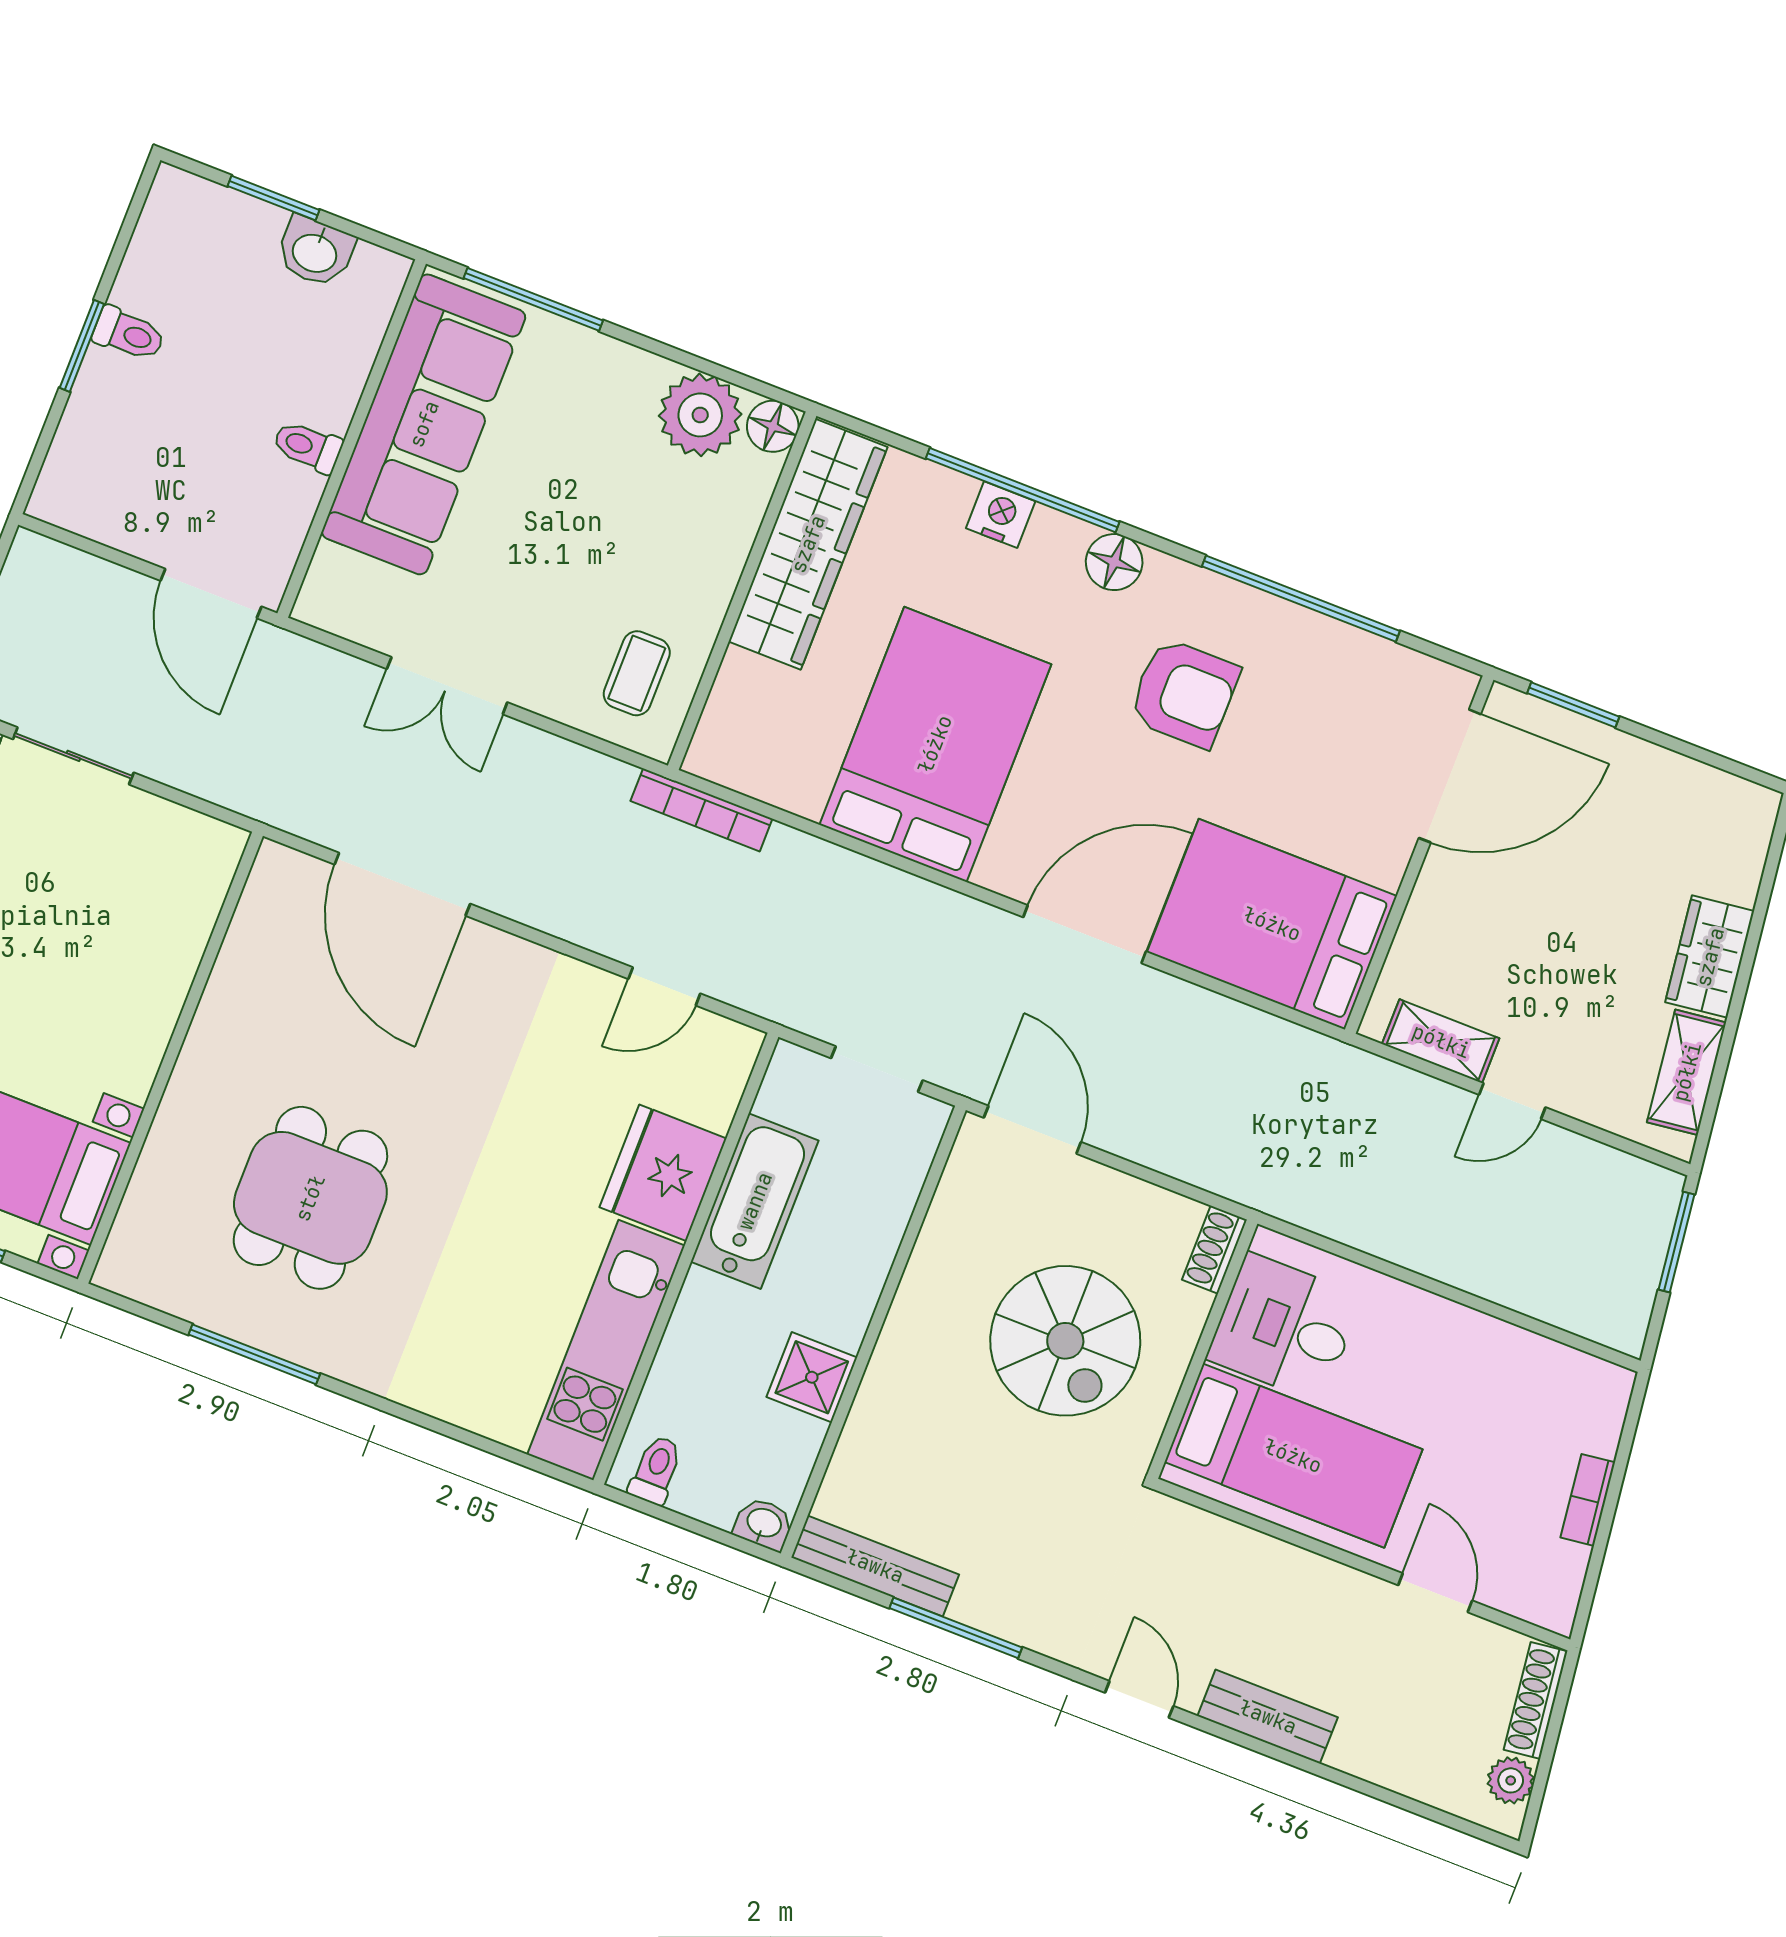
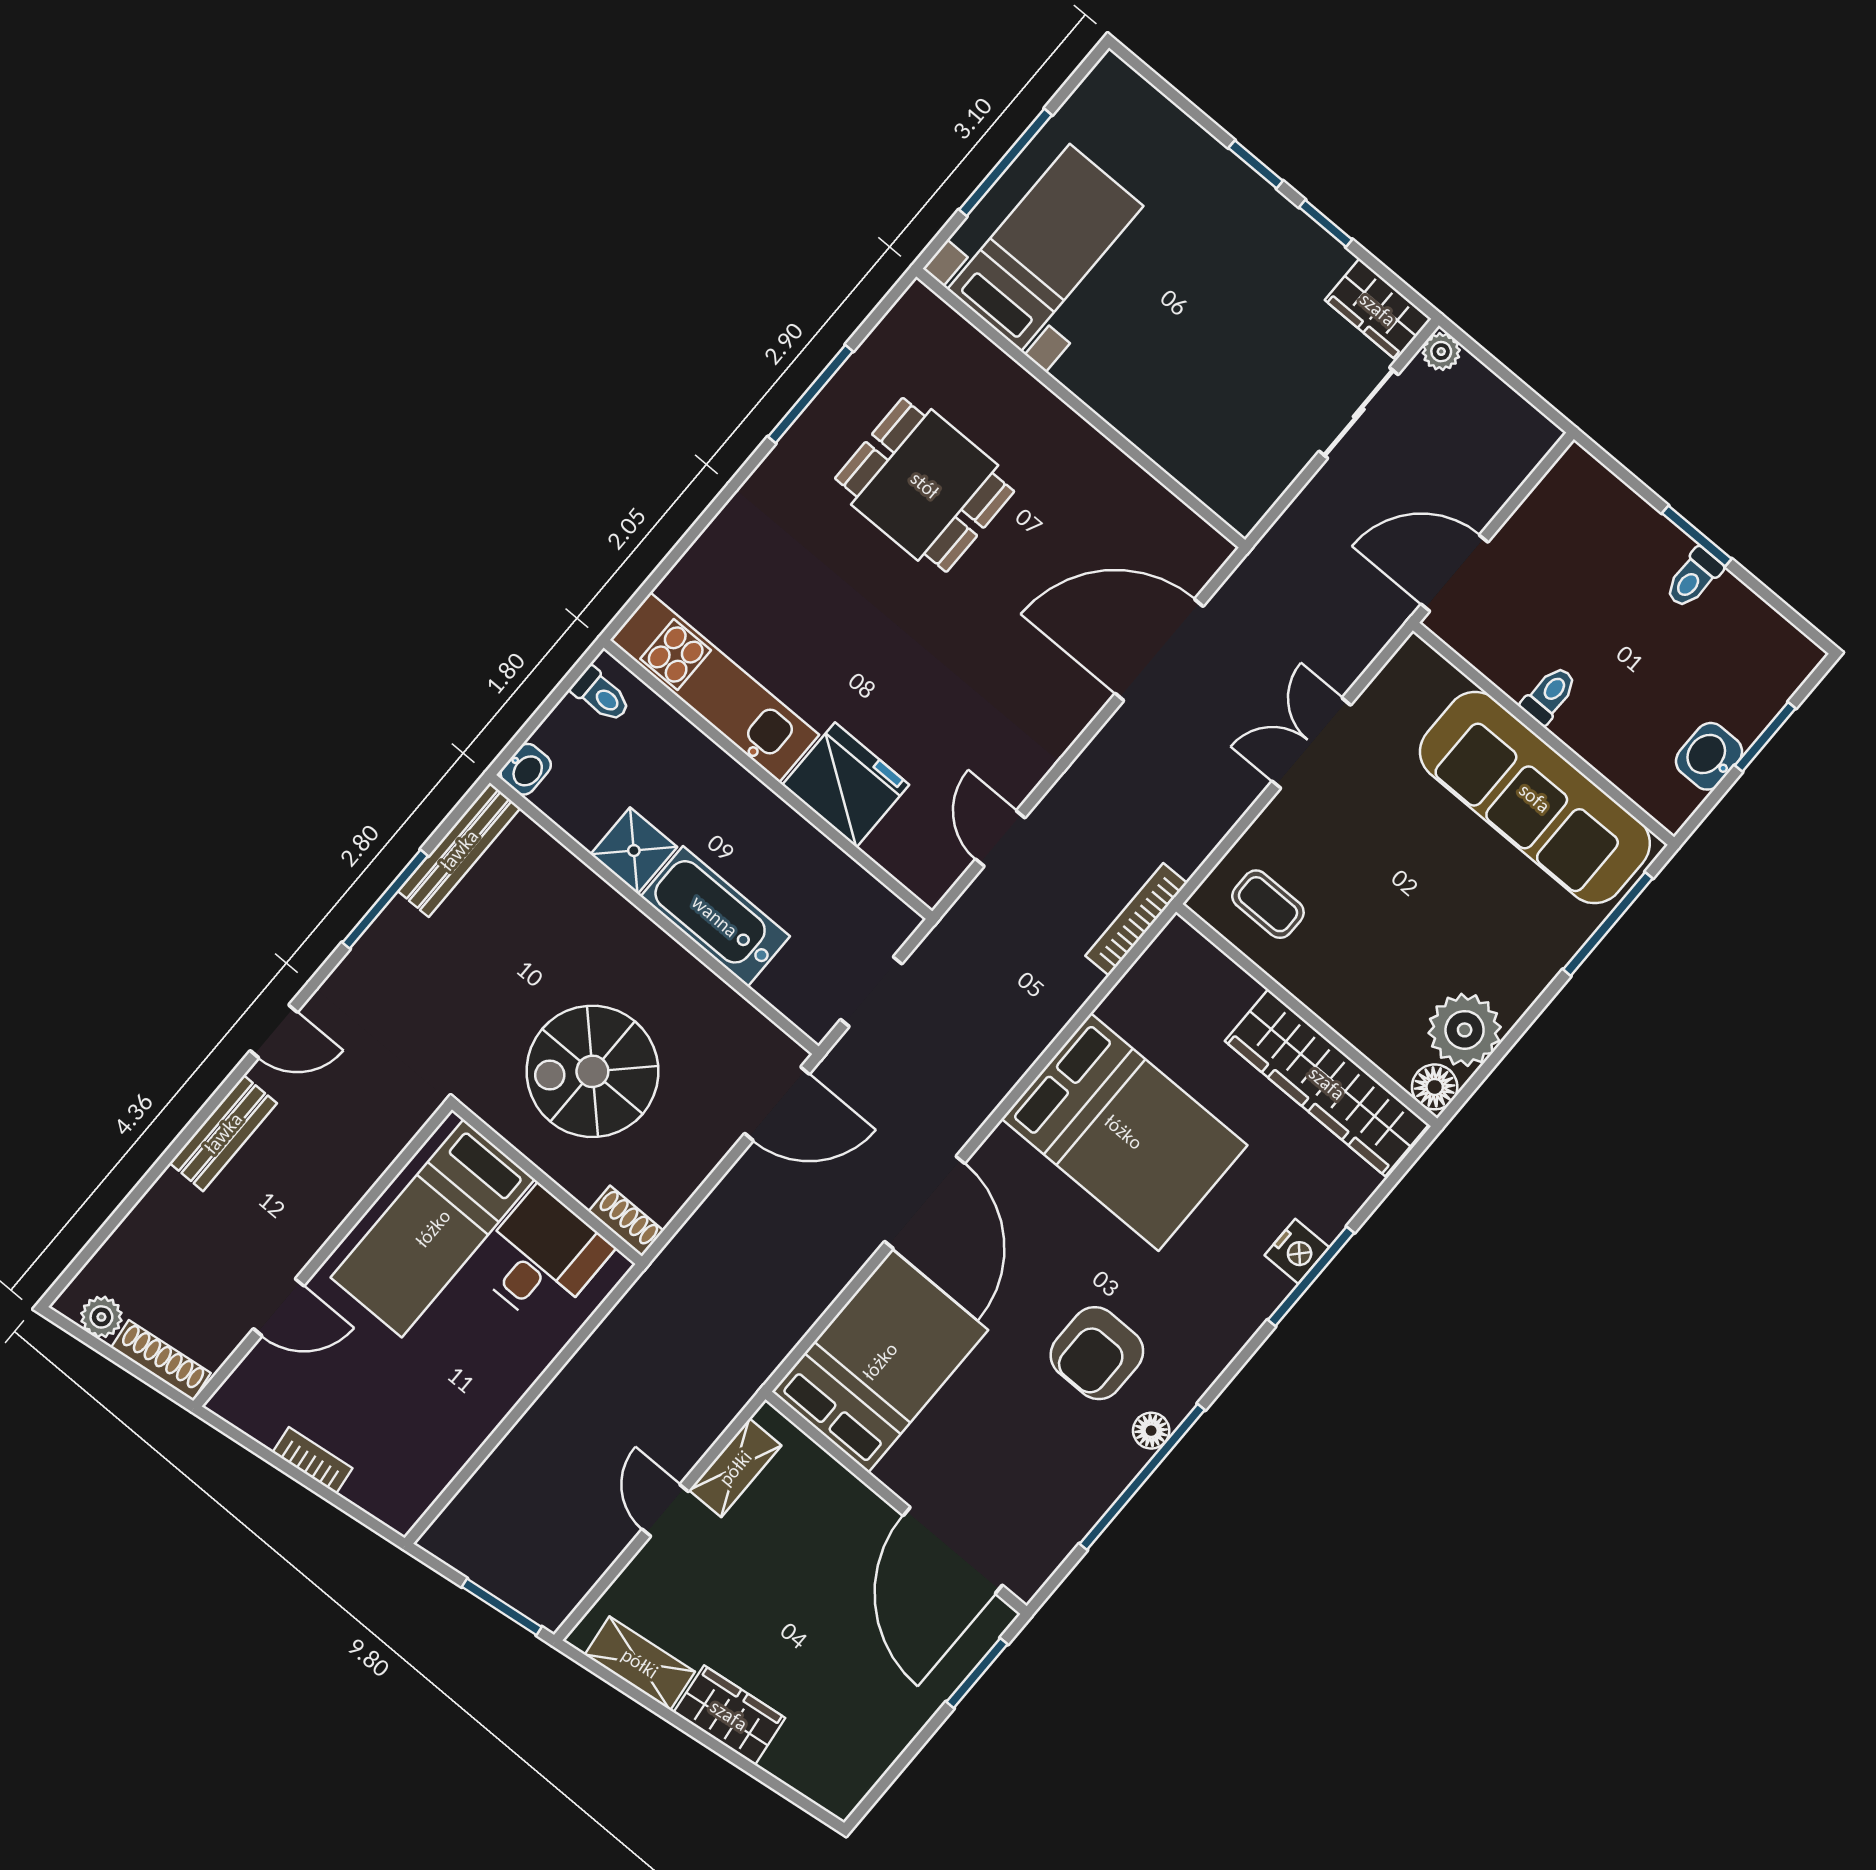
window: (1023, 490) -> (1311, 1276), width x0.68
floor lamp: (1114, 562) -> (1151, 1431), moved, width x0.73, depth x0.73
bathtub: (755, 1201) -> (715, 916), moved, turned 180

